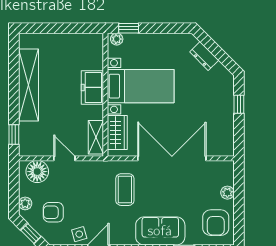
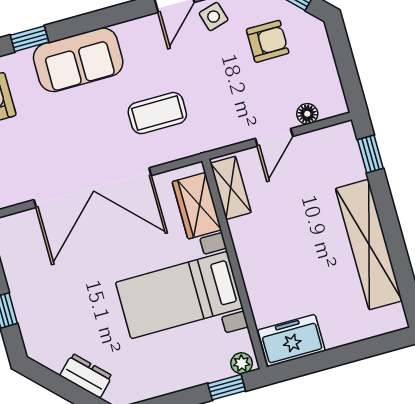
freezer: (92, 87) -> (291, 340), moved, turned -90
door: (64, 158) -> (274, 137), hinge flipped
floor lamp: (37, 172) -> (307, 114), width x0.53, depth x0.53
coffee table: (125, 190) -> (157, 113), turned 90
plant: (25, 203) -> (319, 43), removed

